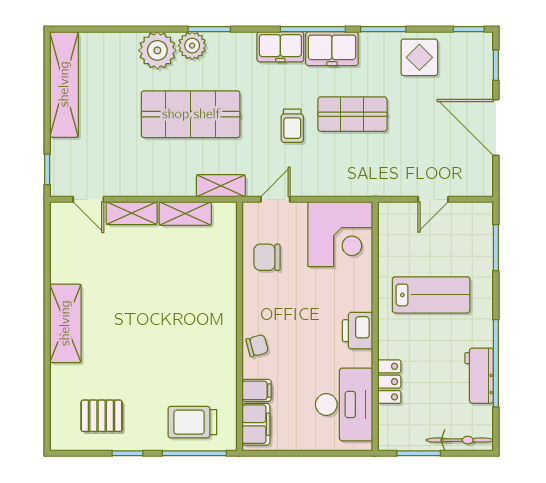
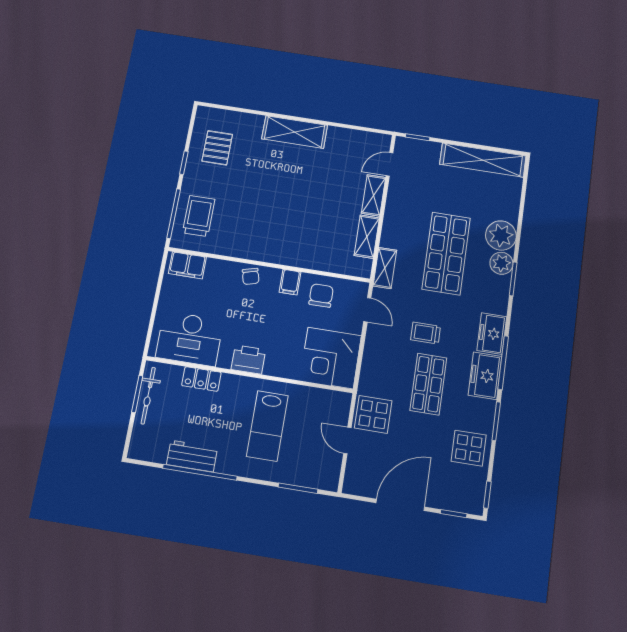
display table: (398, 174) -> (373, 414), added
filing cabinet: (257, 390) -> (290, 282), moved
bicycle: (460, 440) -> (148, 396), moved

